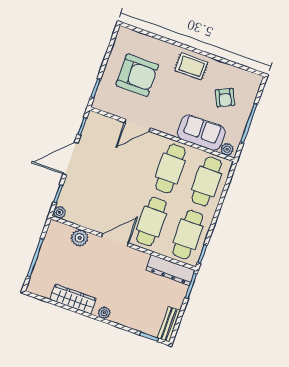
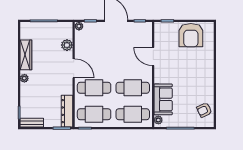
rug: (191, 66) -> (204, 78), removed
armchair: (137, 75) -> (191, 35), moved
armchair: (225, 98) -> (204, 110), moved

